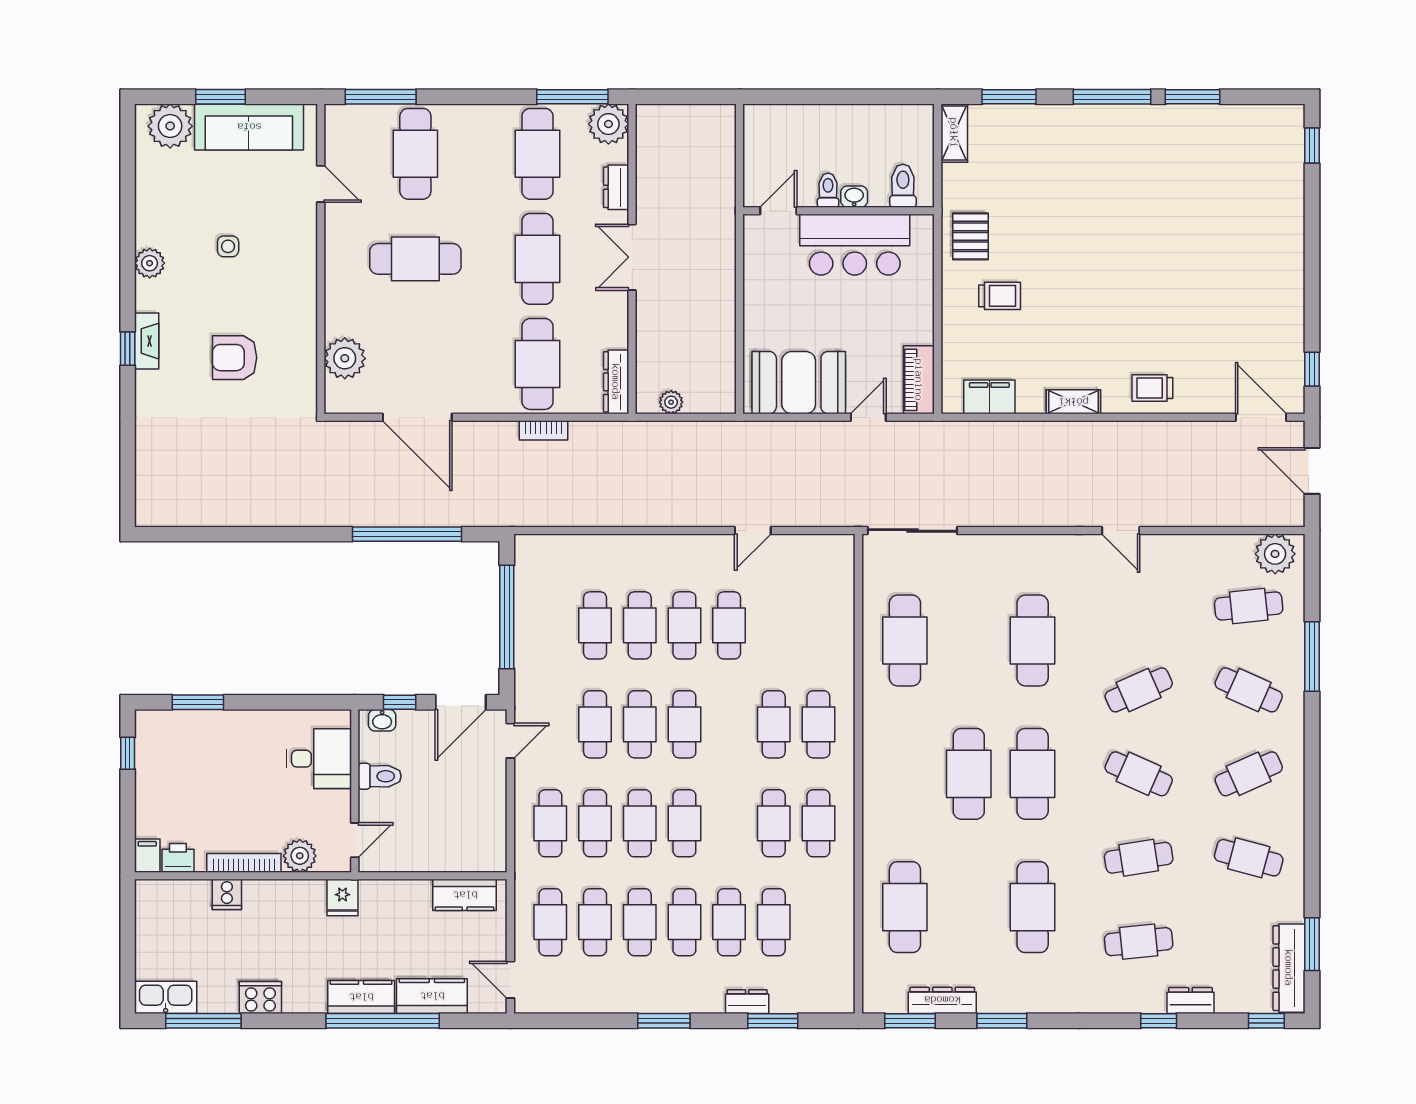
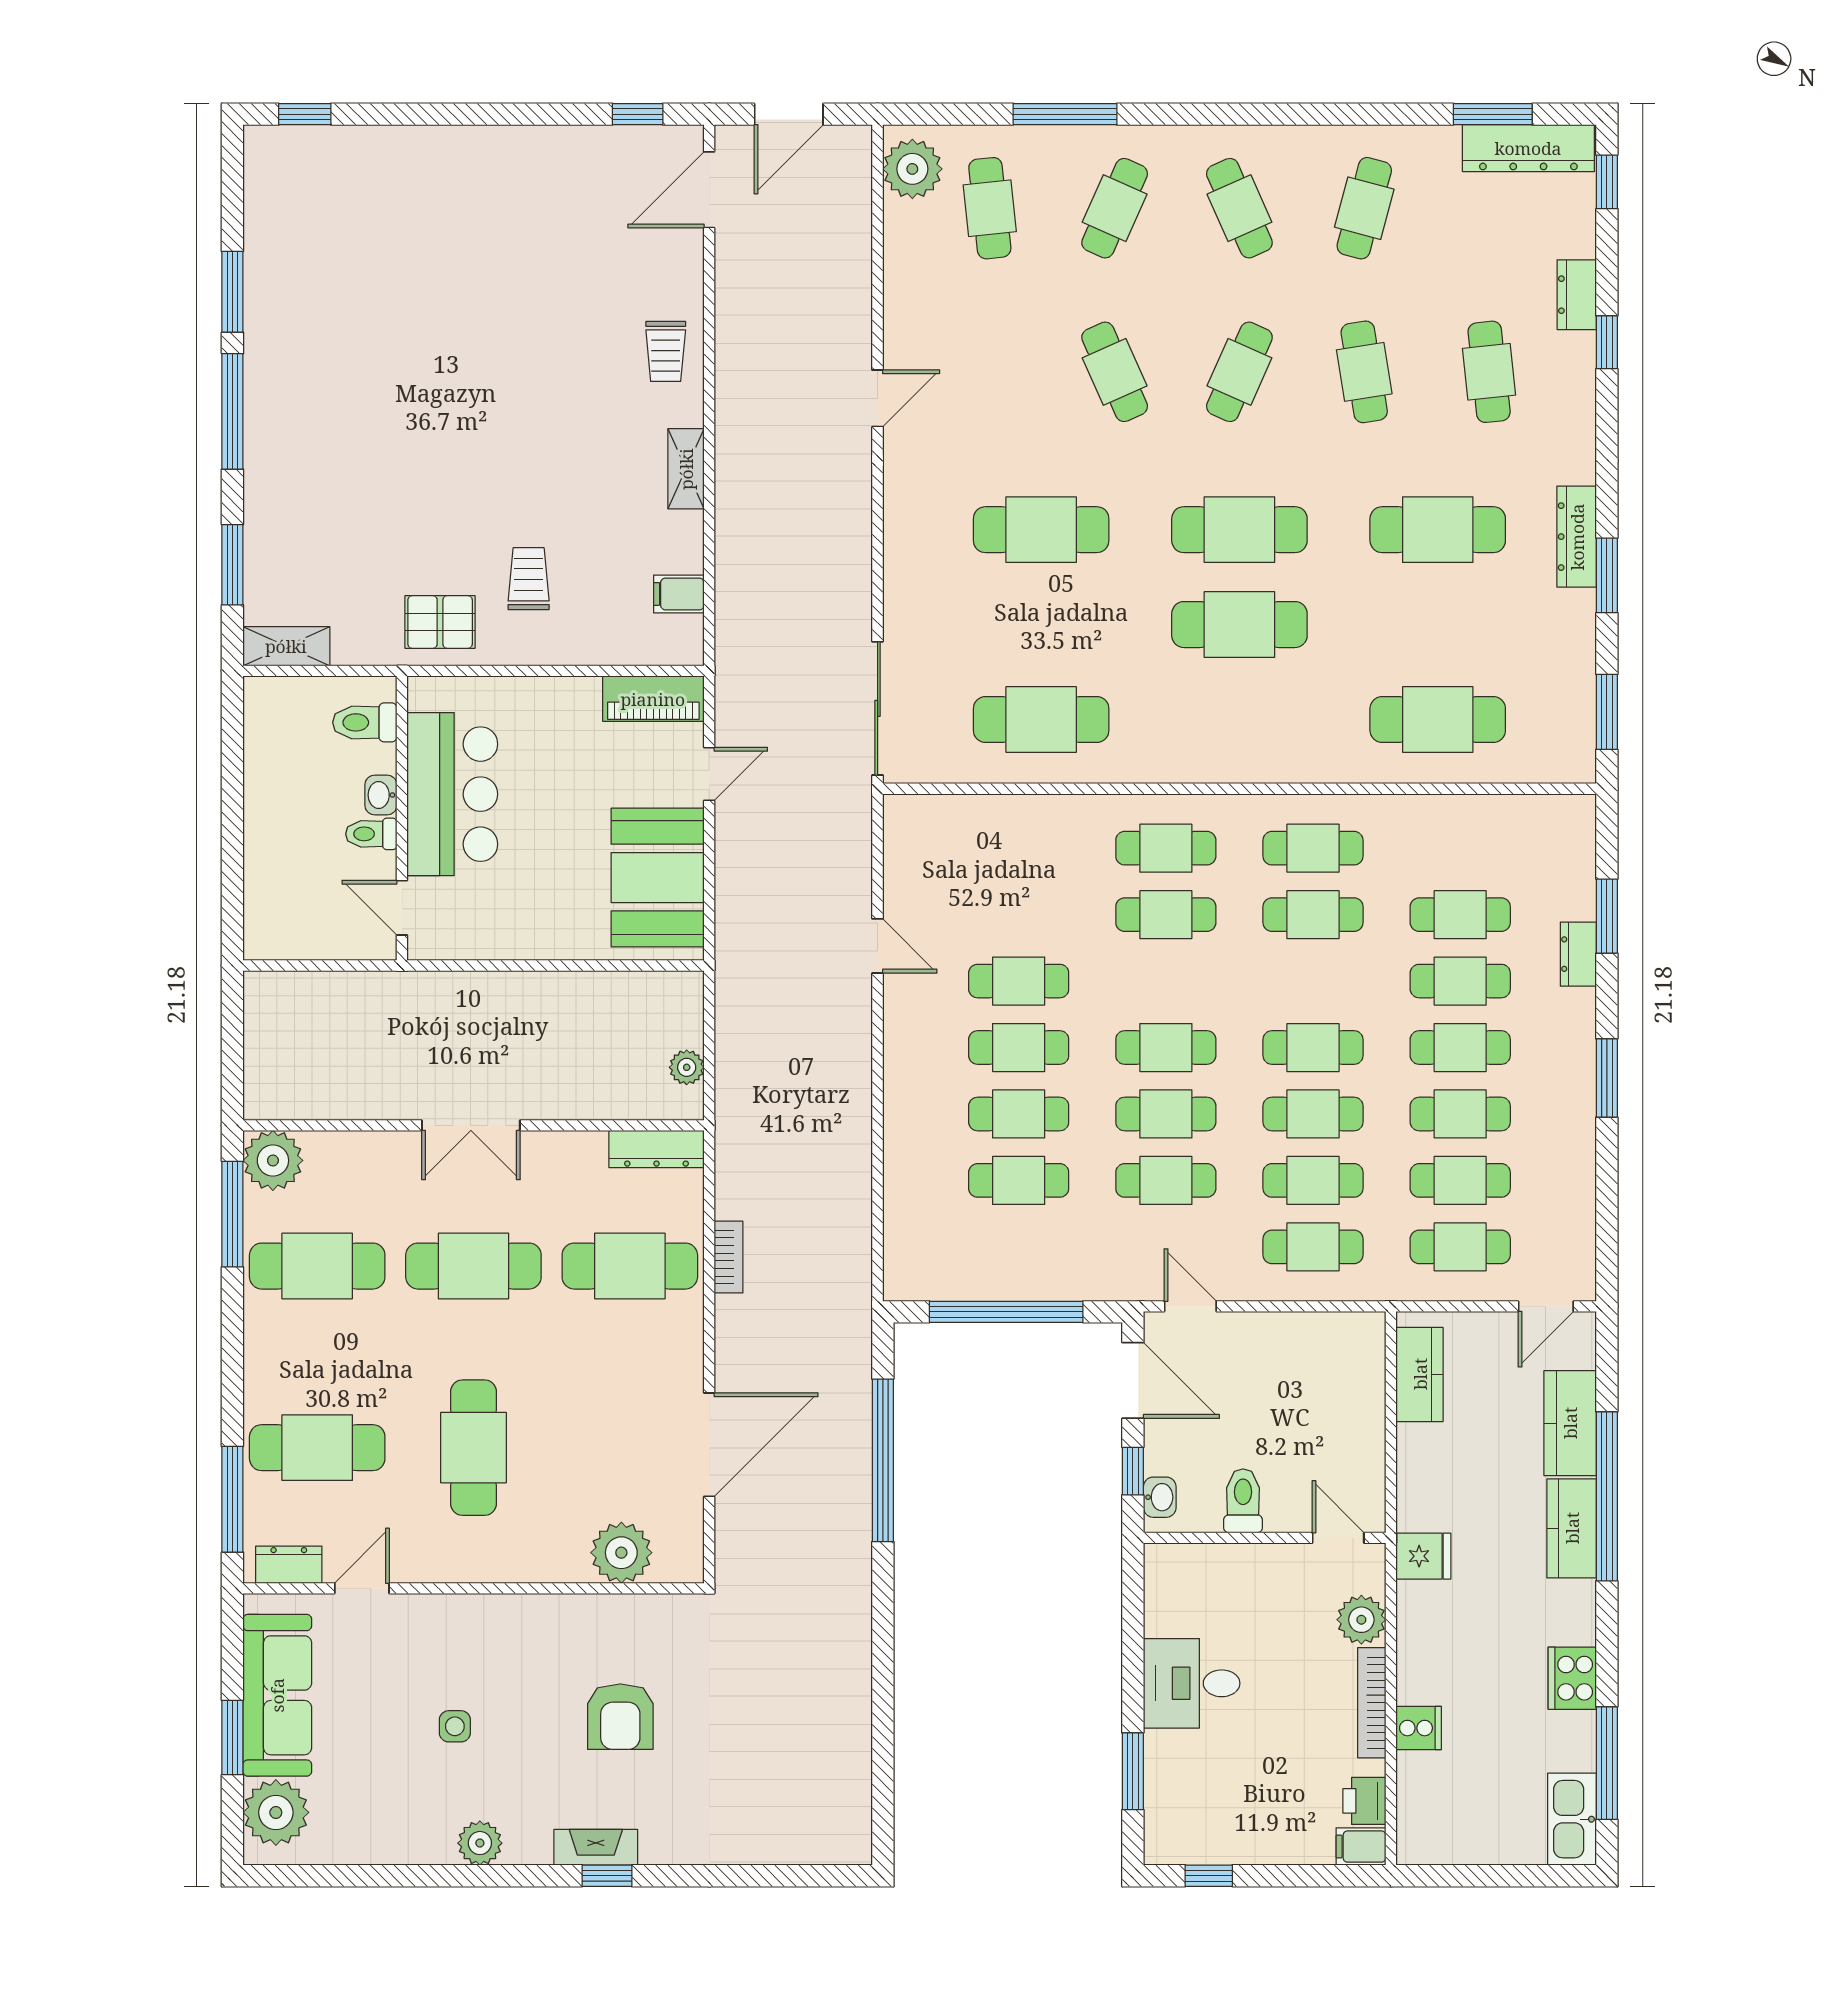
dresser: (616, 187) -> (289, 1565), moved, turned 180
filing cabinet: (989, 397) -> (679, 594), width x0.50
door: (868, 417) -> (709, 774), swing flipped
desk: (319, 759) -> (1192, 1683), moved, turned -90
dresser: (942, 1000) -> (1577, 537), moved

